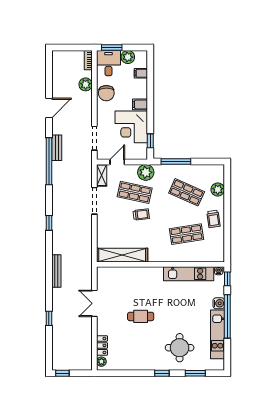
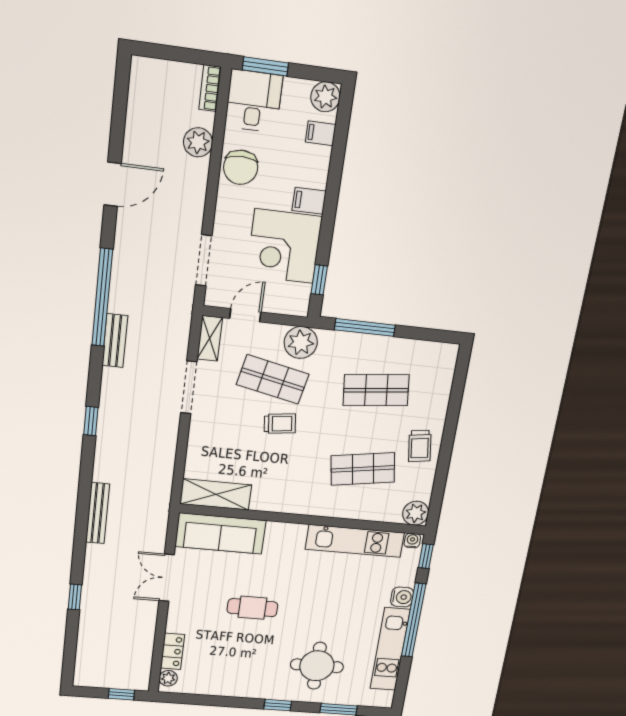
plant: (128, 57) -> (325, 97), moved
bench: (57, 148) -> (115, 341), moved
plant: (218, 189) -> (416, 513), moved
shop shelf: (187, 192) -> (376, 390), turned -30
shelving: (122, 255) -> (216, 494), width x0.68
sofa: (119, 276) -> (220, 533), added
window: (62, 373) -> (121, 694), moved

